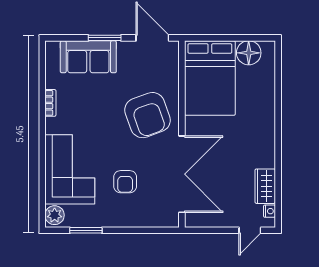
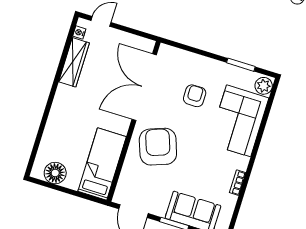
bed: (210, 78) -> (102, 164), width x0.67
wardrobe: (265, 186) -> (74, 62), width x1.50

